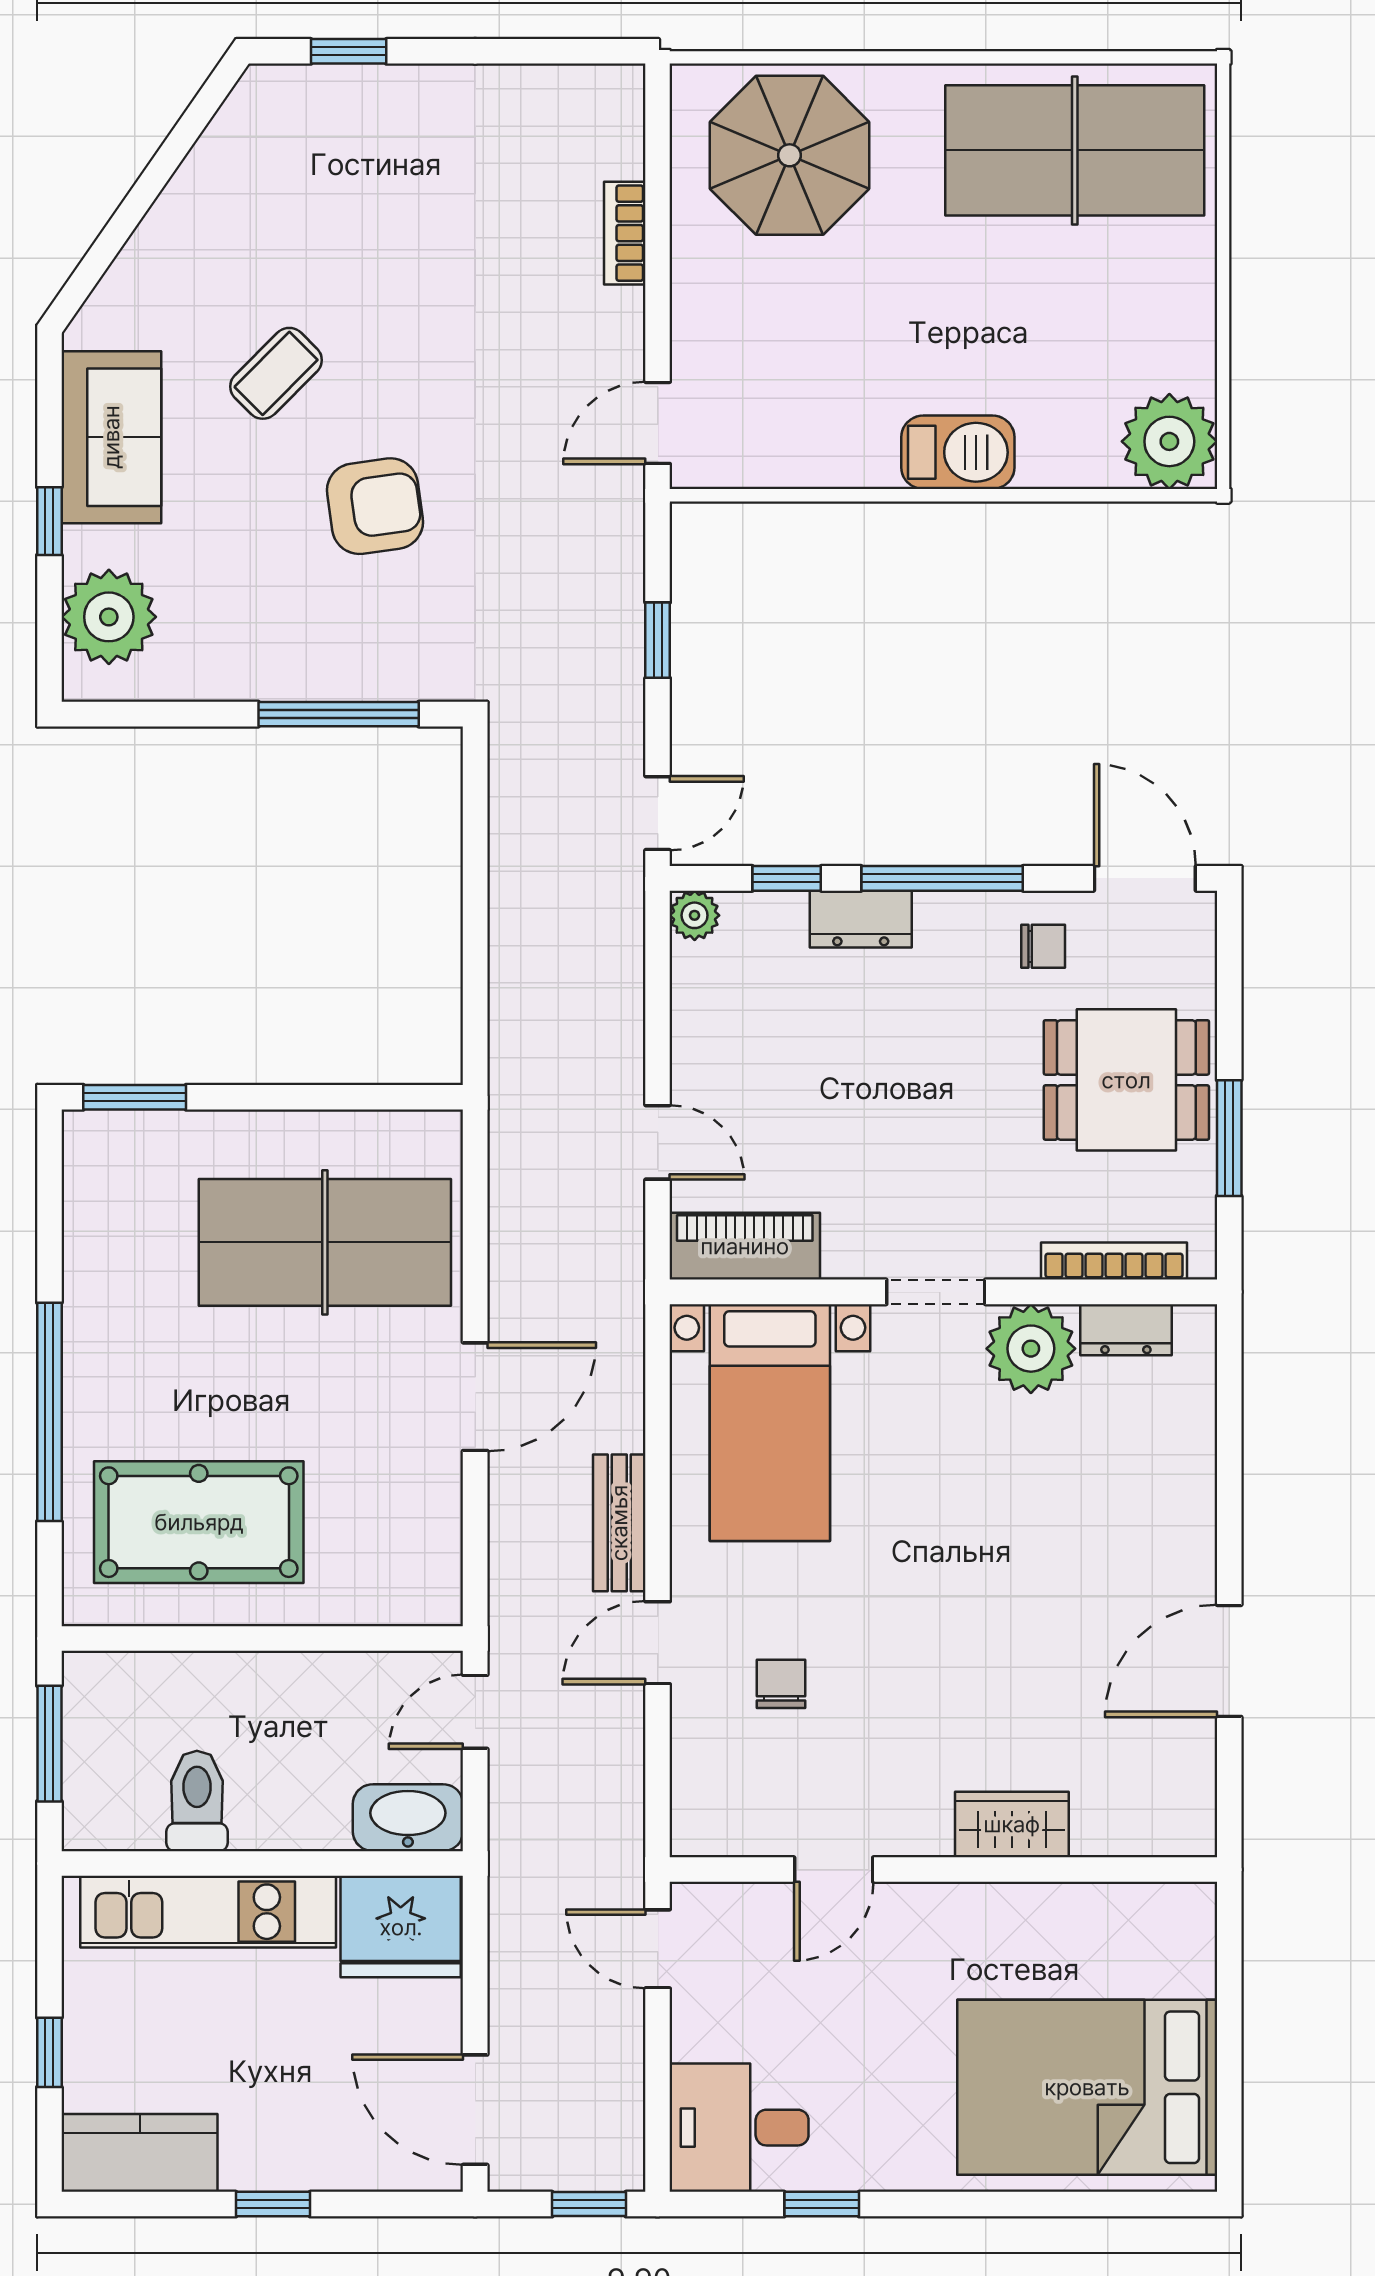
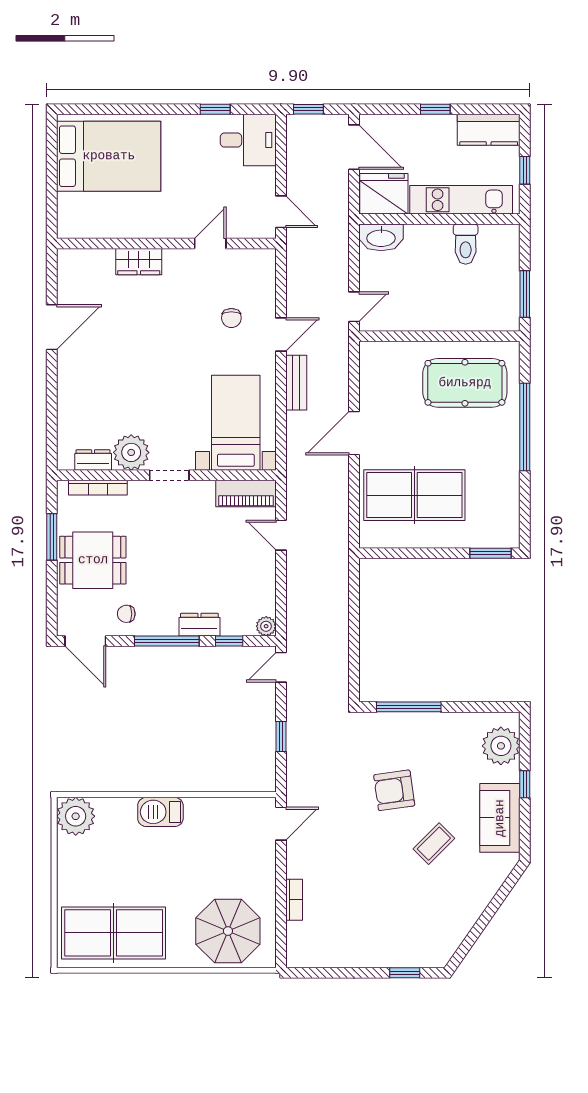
toilet: (197, 1801) -> (466, 244), moved
washbasin: (408, 1818) -> (381, 237), moved
wall: (262, 1864) -> (439, 219), moved
kitchen unit: (208, 1912) -> (461, 200), moved
fridge: (401, 1927) -> (384, 194), moved

